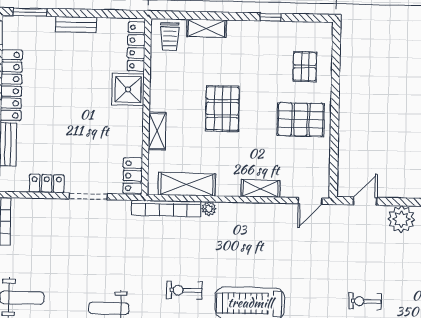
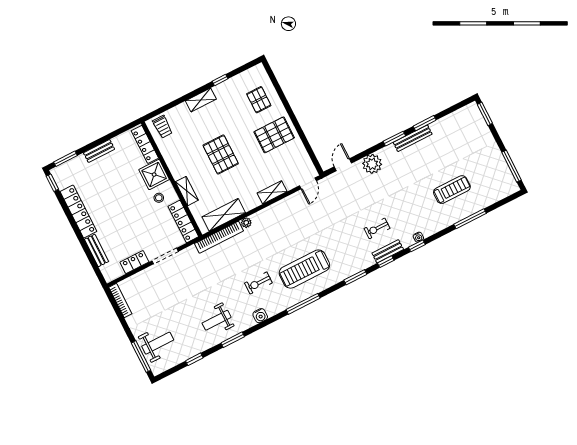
shelving: (206, 28) -> (201, 100), moved
stool: (118, 121) -> (159, 198), added
locker: (133, 176) -> (183, 221), width x1.53

